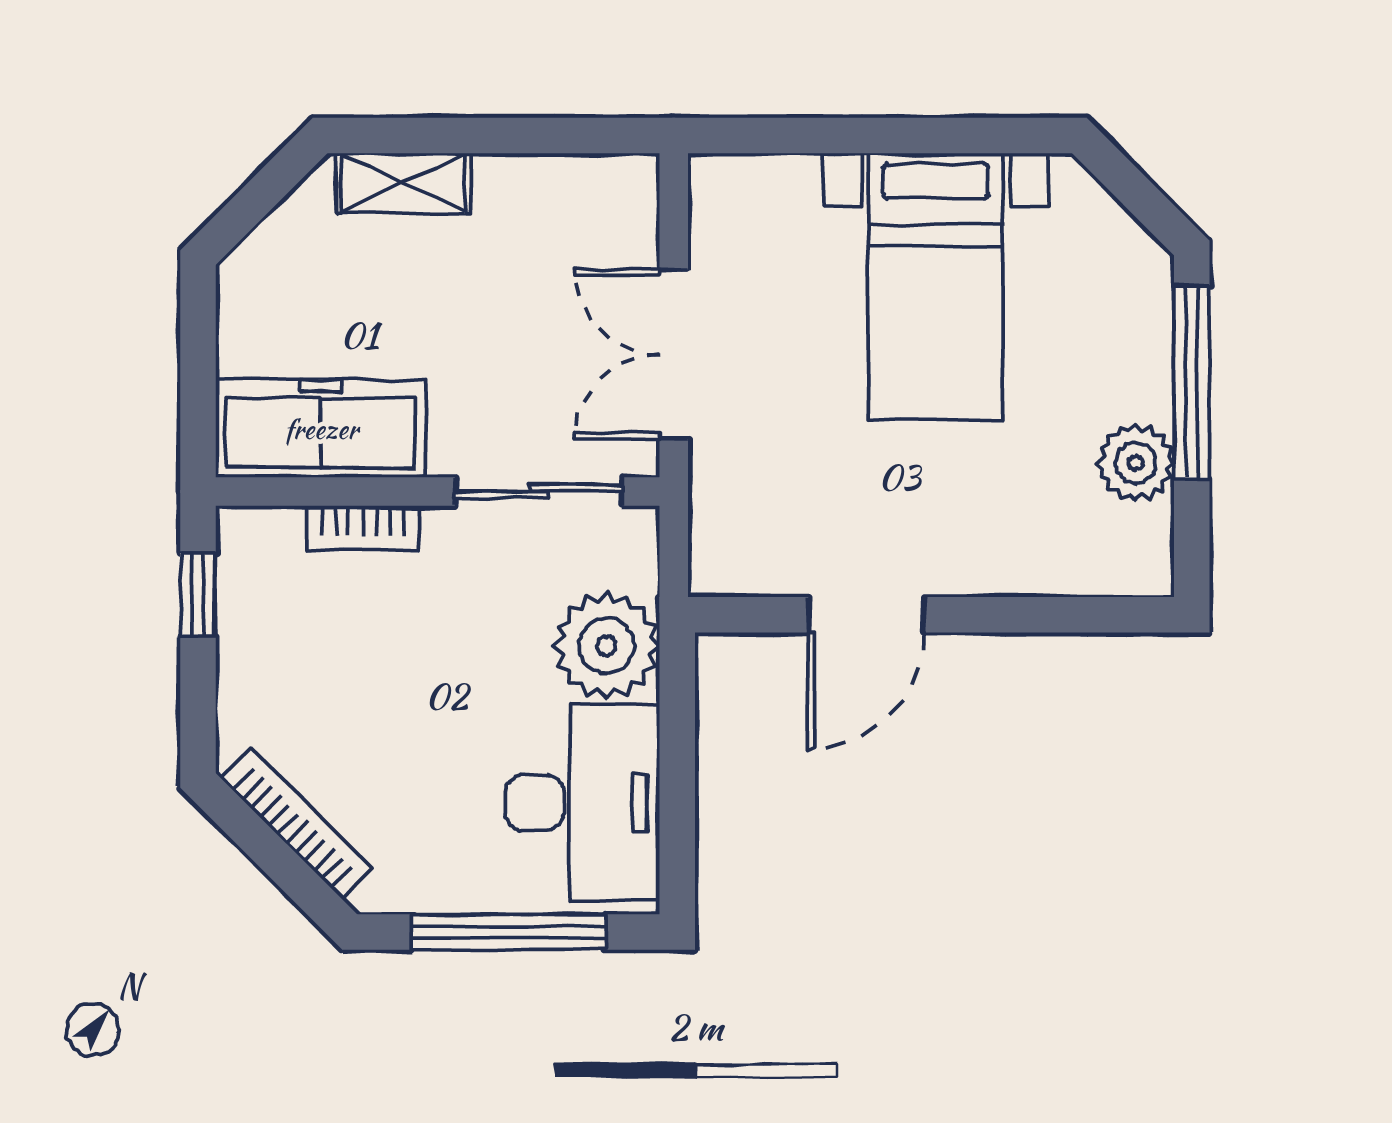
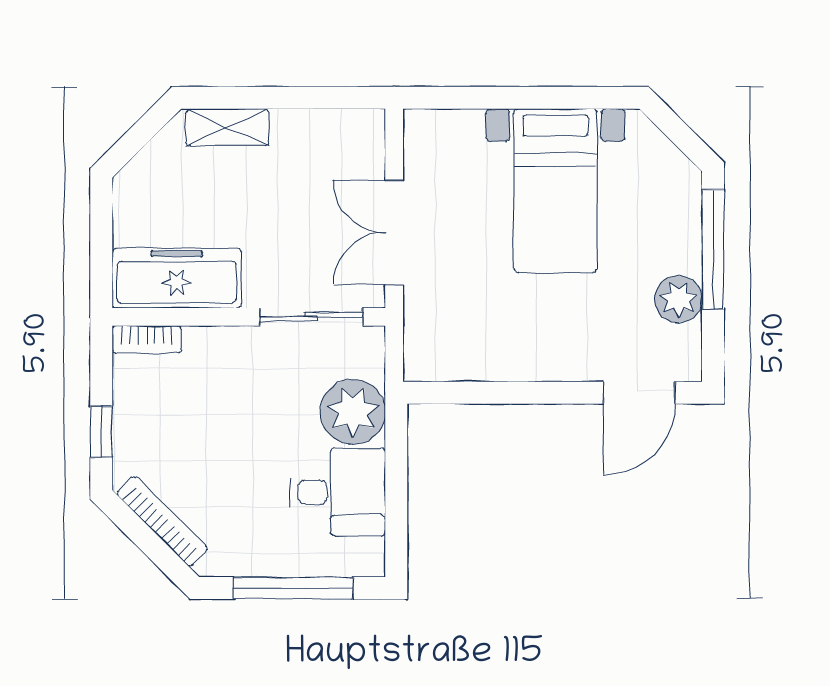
bookcase: (363, 528) -> (147, 339), moved
window: (198, 595) -> (101, 432), moved
door: (866, 615) -> (639, 393), moved
desk: (583, 803) -> (338, 492), width x0.73

